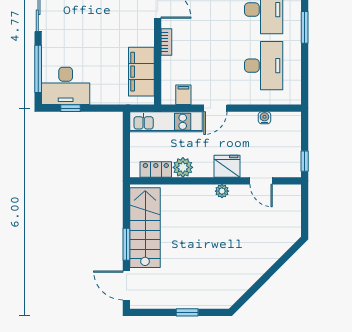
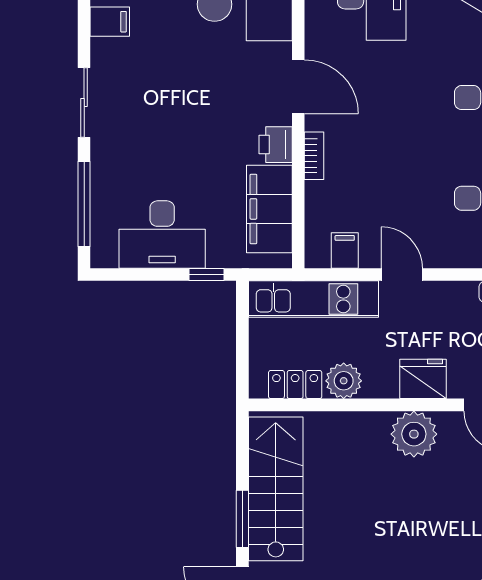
printer: (145, 36) -> (276, 145), added
desk: (66, 86) -> (162, 235), moved
window: (71, 108) -> (207, 275), moved
door: (215, 108) -> (402, 275), swing flipped
plant: (222, 191) -> (414, 434), width x1.88, depth x1.88

